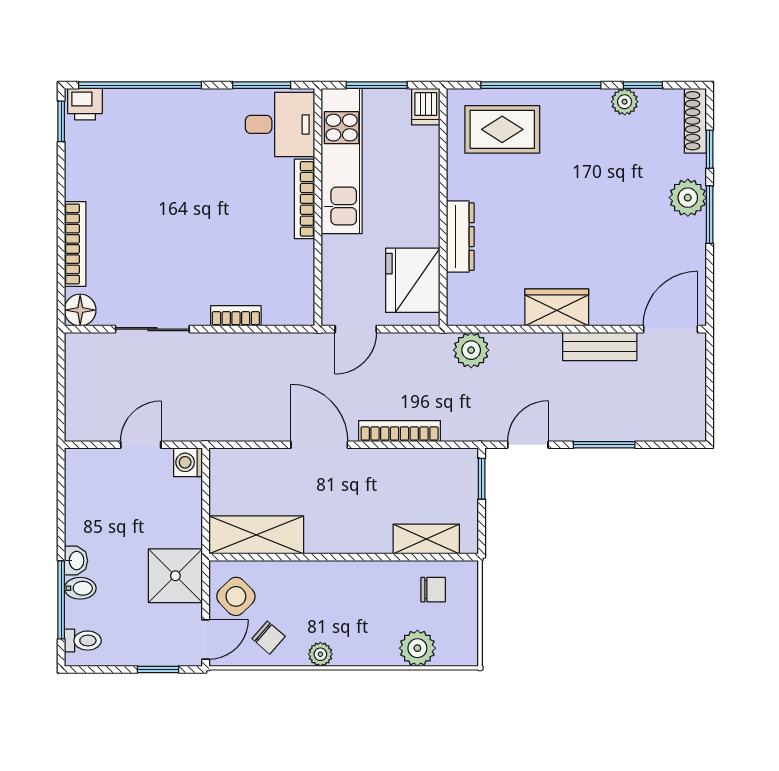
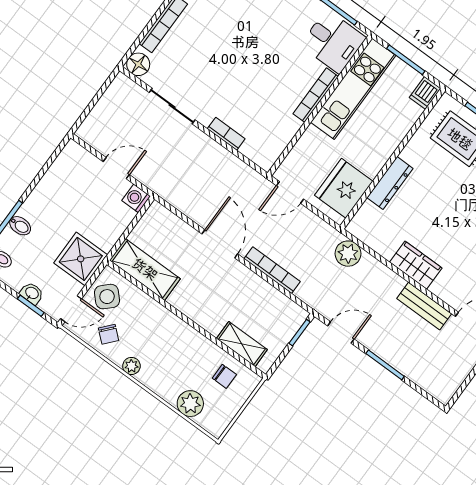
washbasin: (76, 561) -> (32, 293), moved, turned -90

